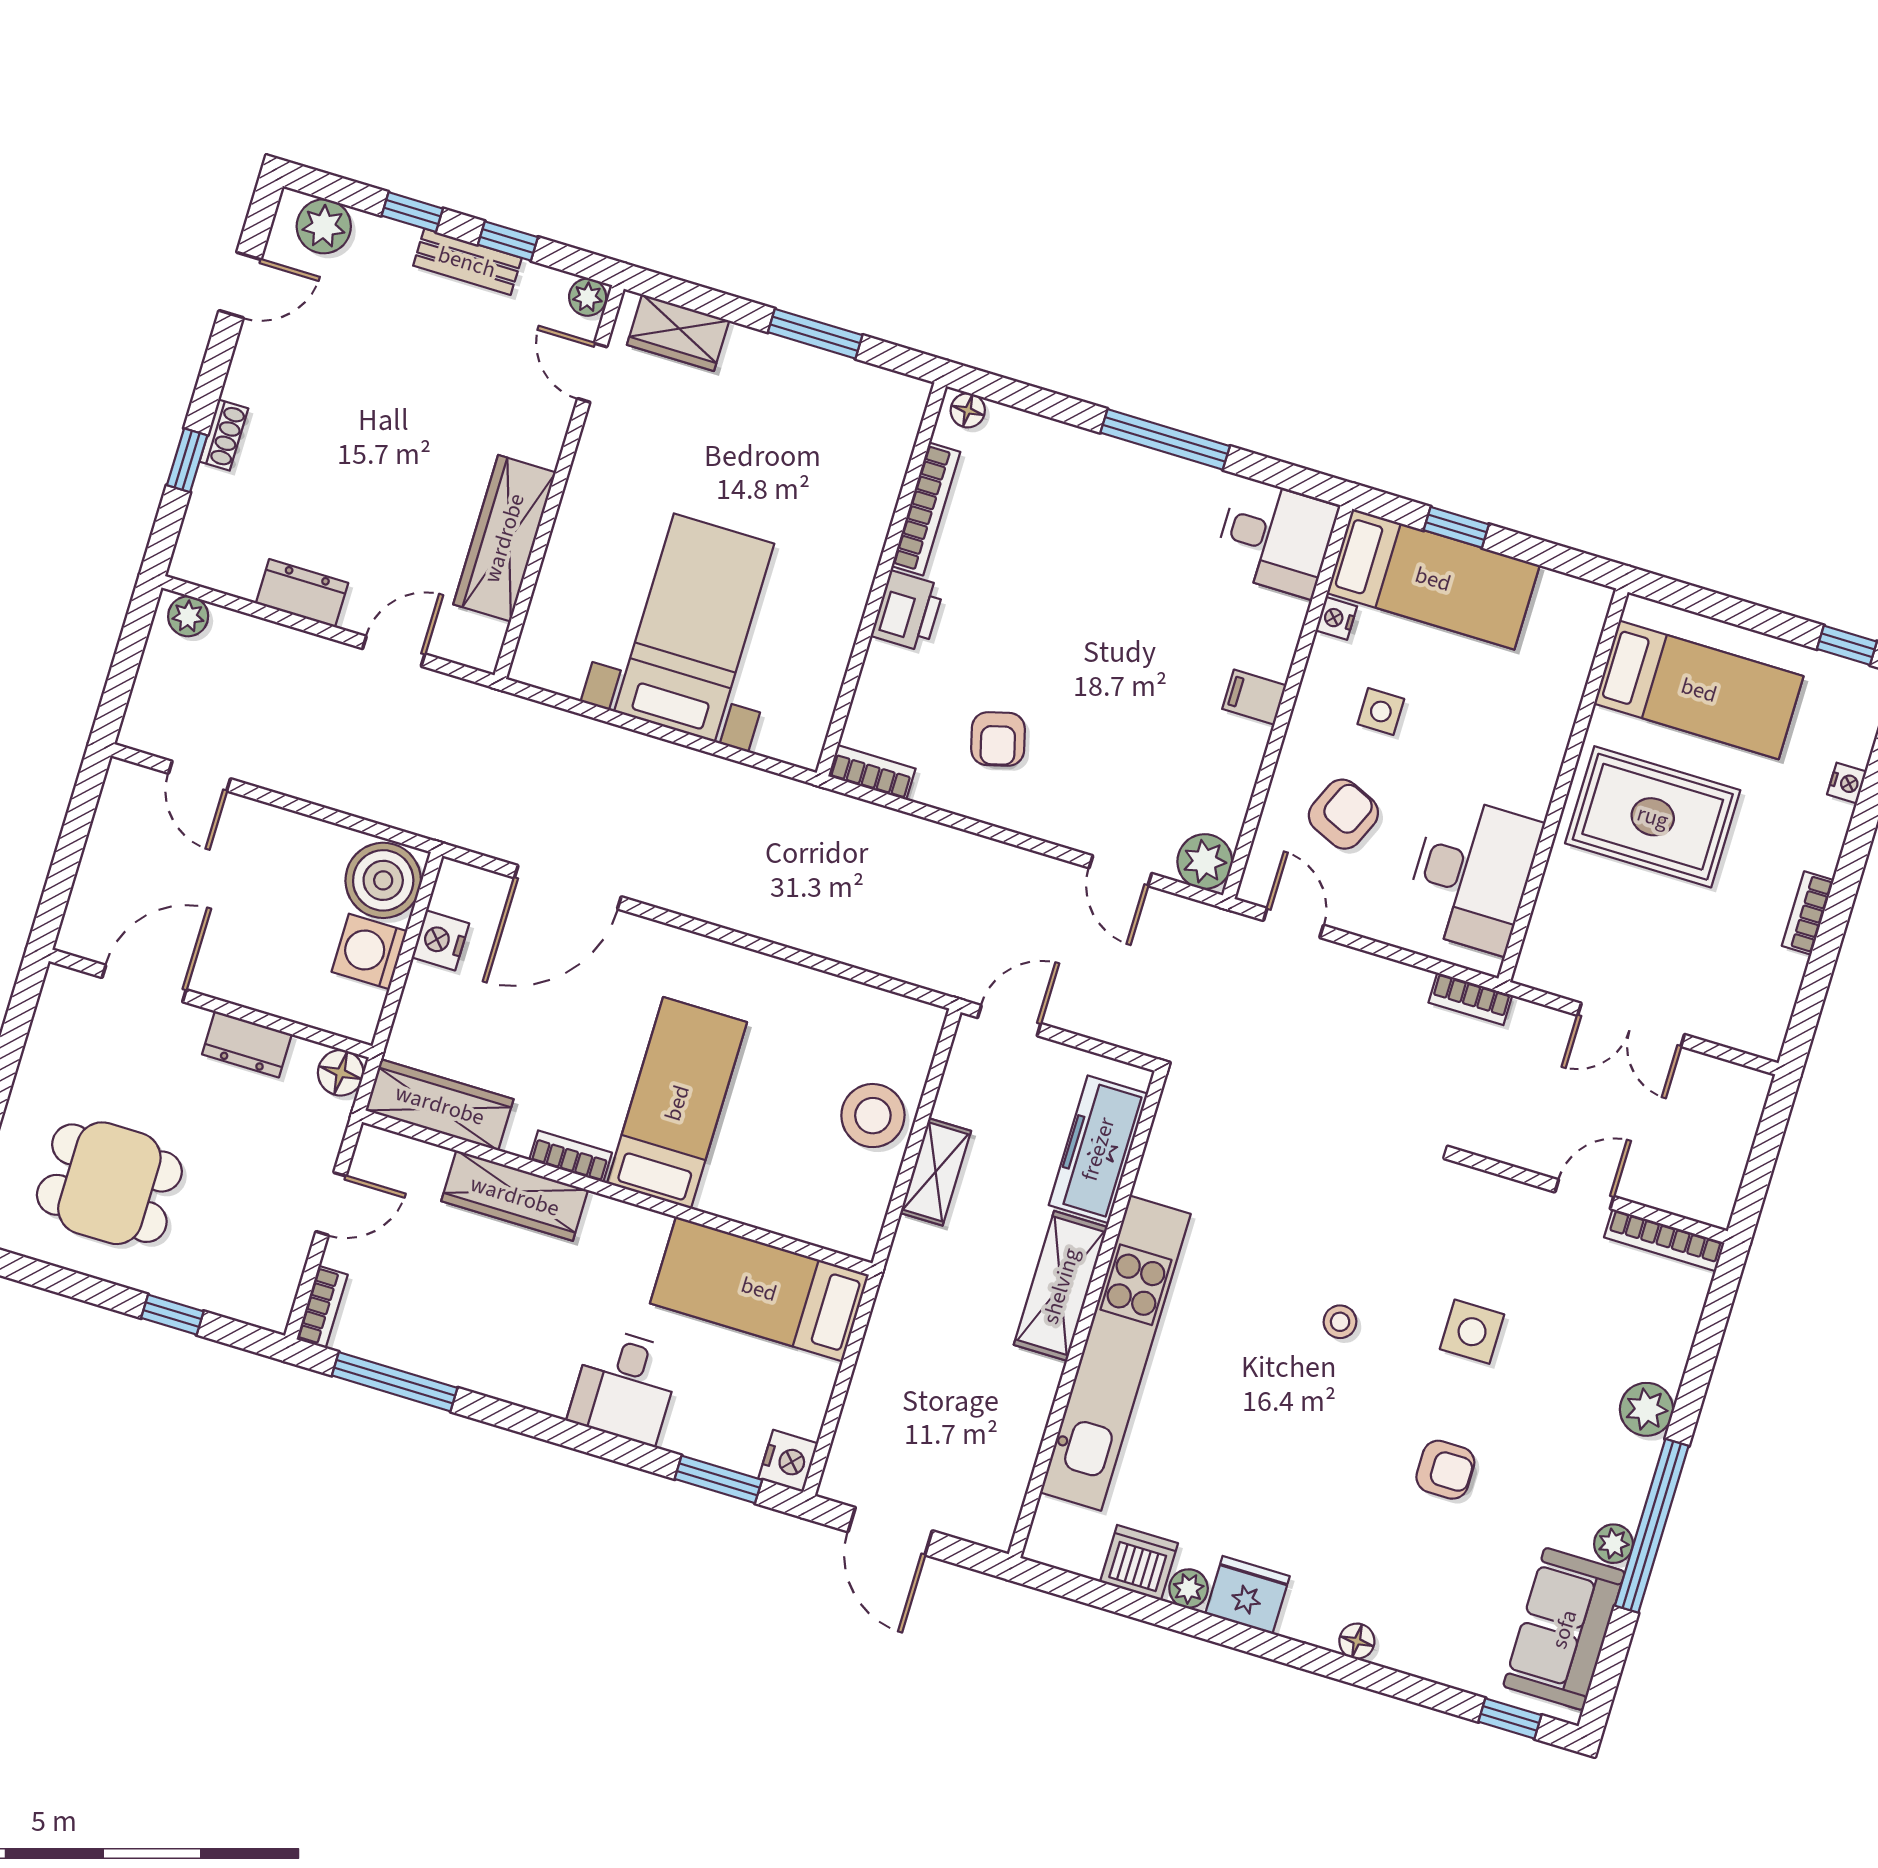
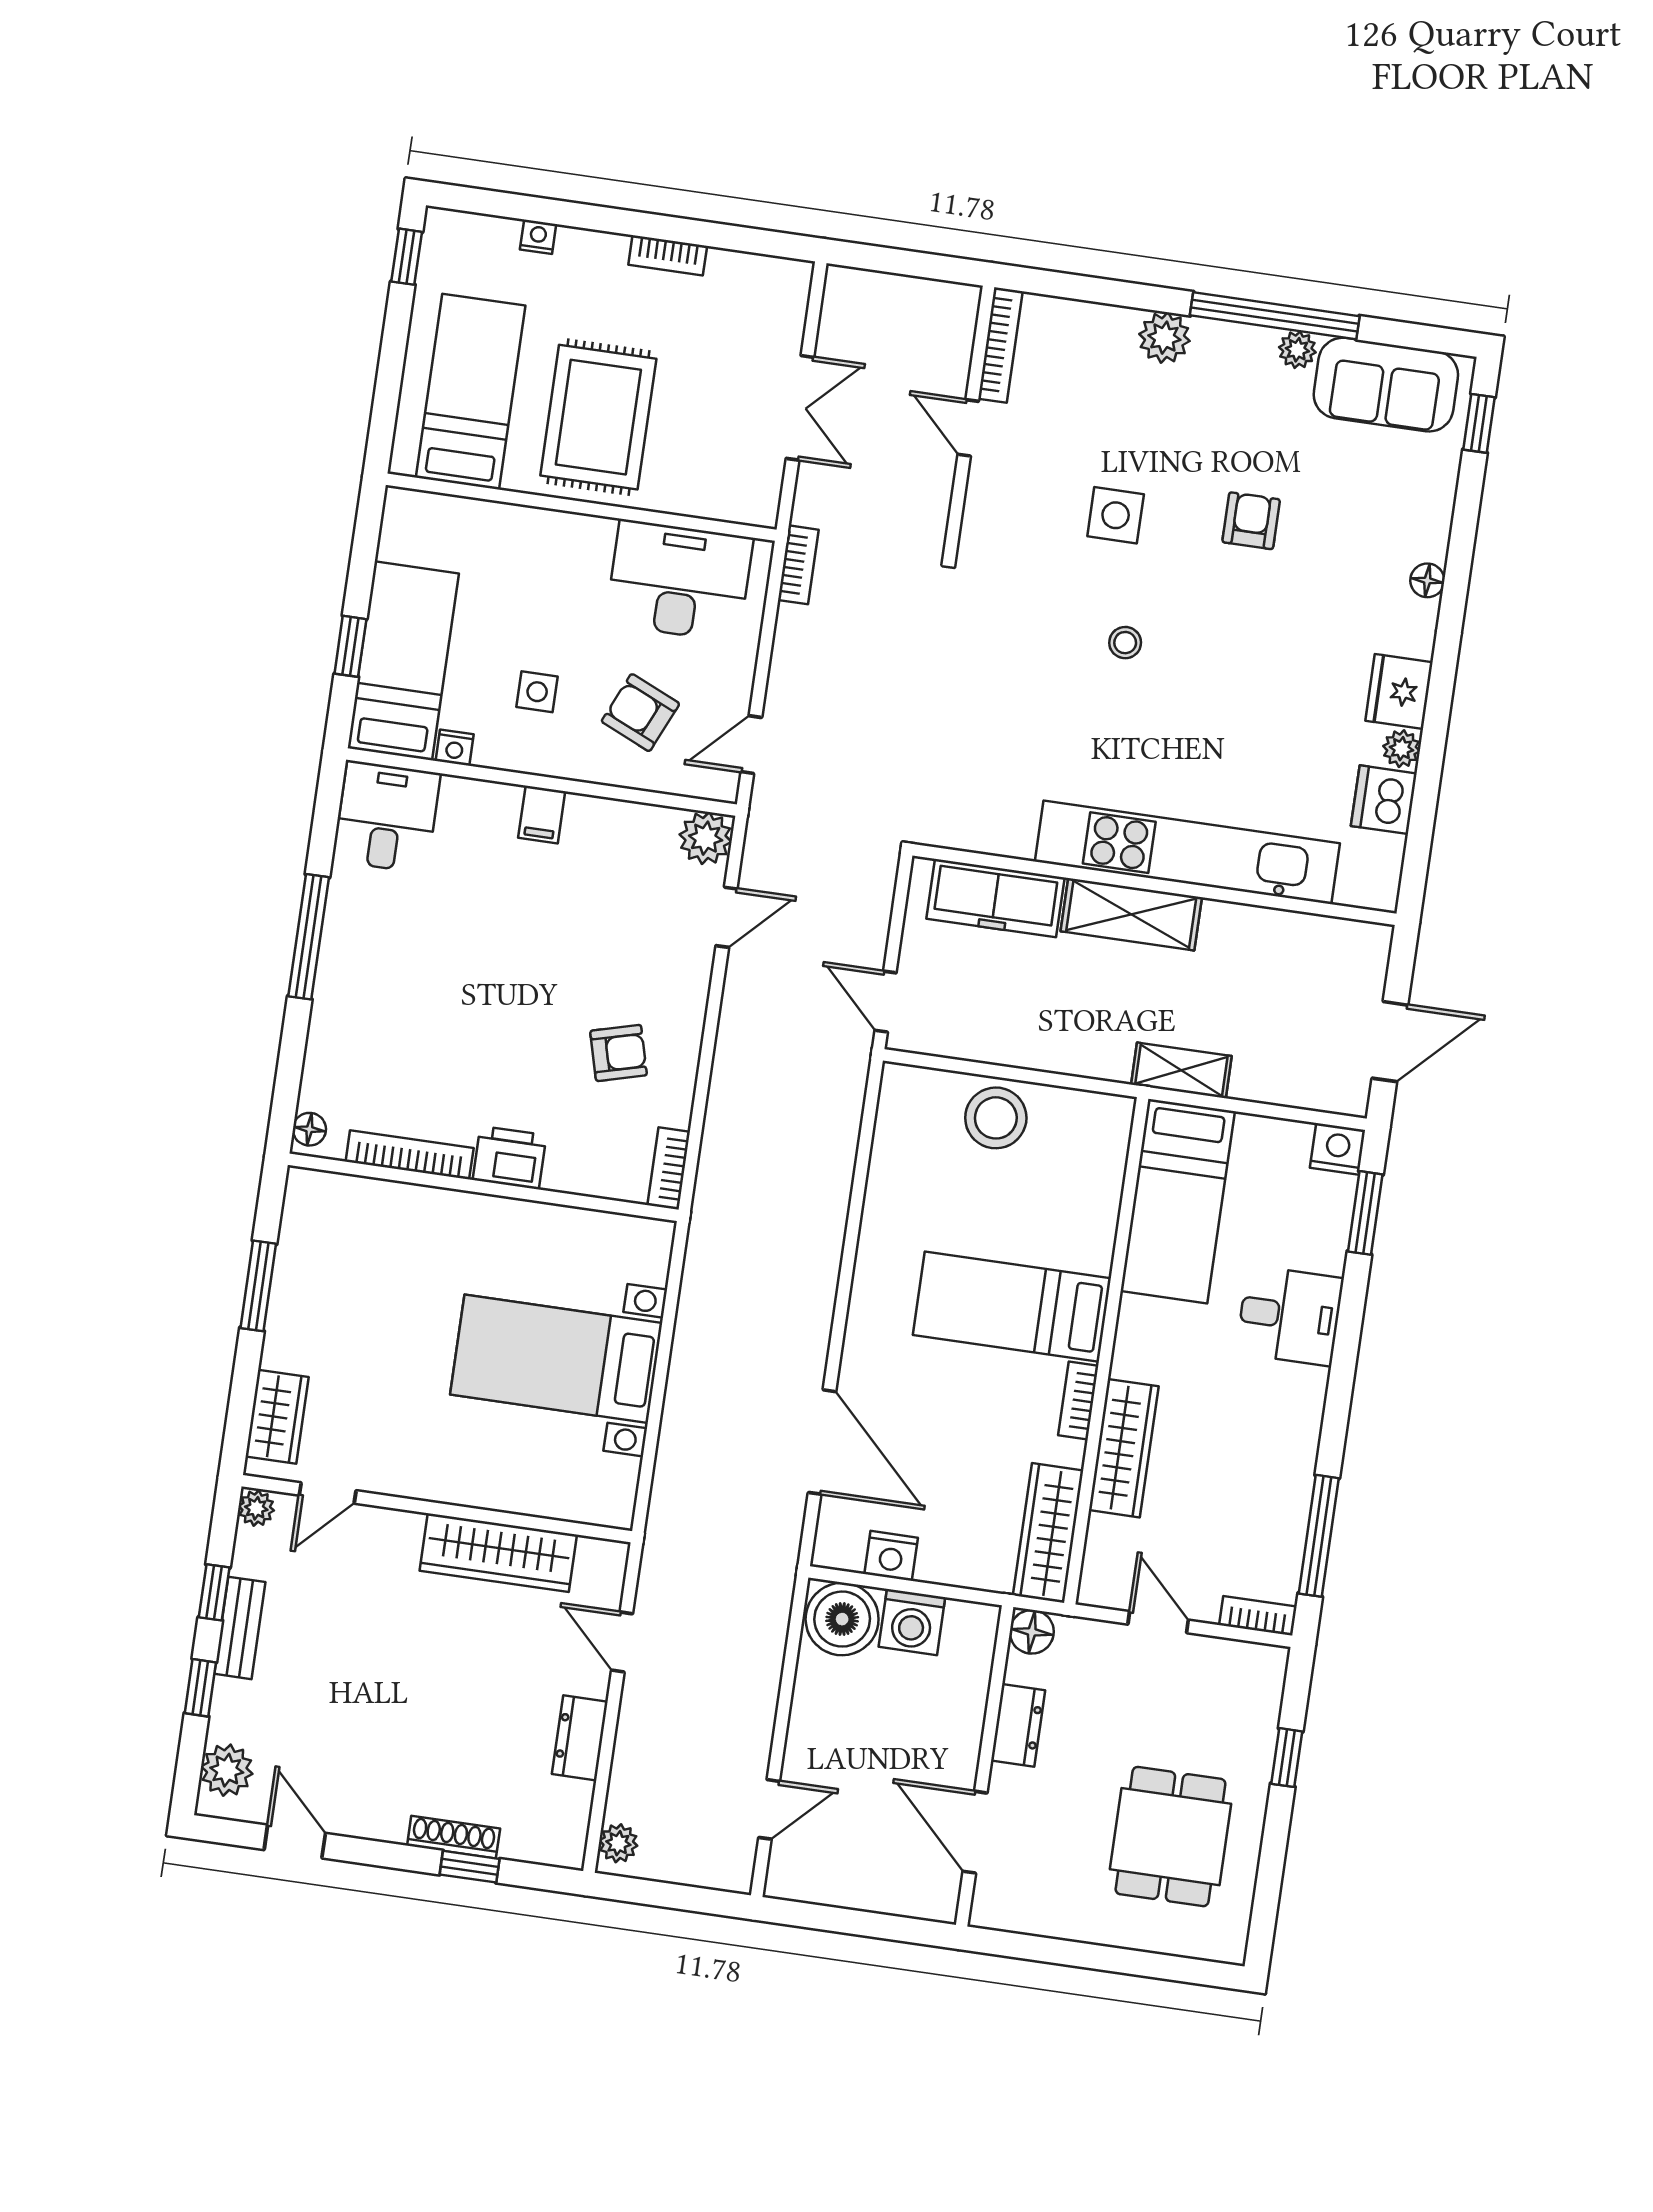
shoe rack: (224, 435) -> (454, 1837), width x1.43
shelving: (936, 1172) -> (1181, 1070), moved

